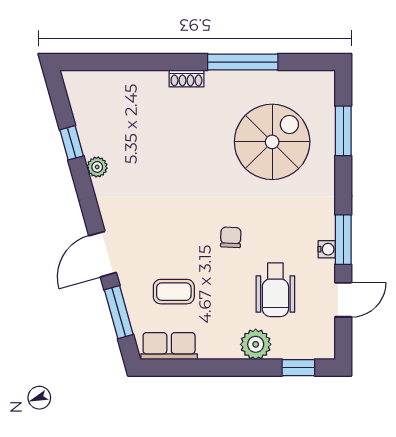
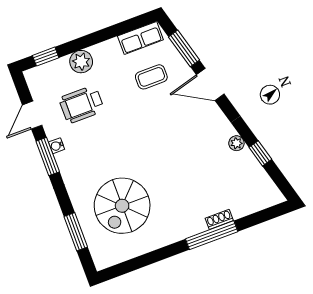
window: (243, 62) -> (212, 235), moved
shoe rack: (186, 78) -> (219, 219), moved
chair: (231, 237) -> (126, 129), removed
door: (103, 254) -> (210, 84), swing flipped
wheelchair: (275, 290) -> (82, 104), turned -90

